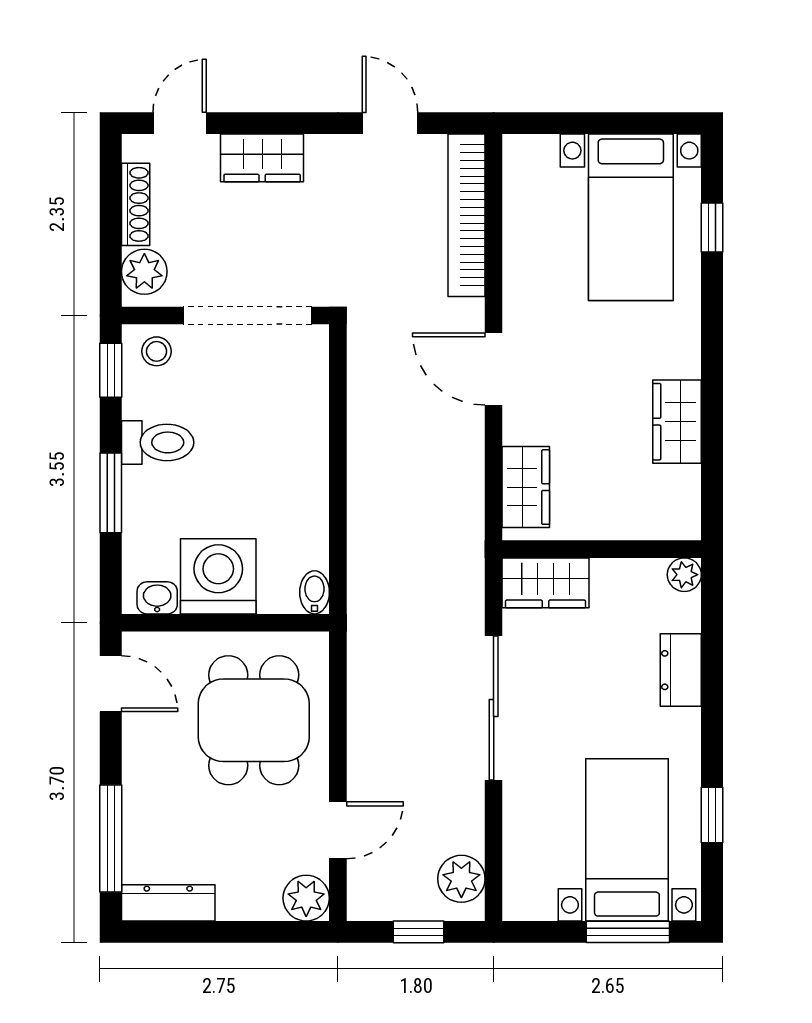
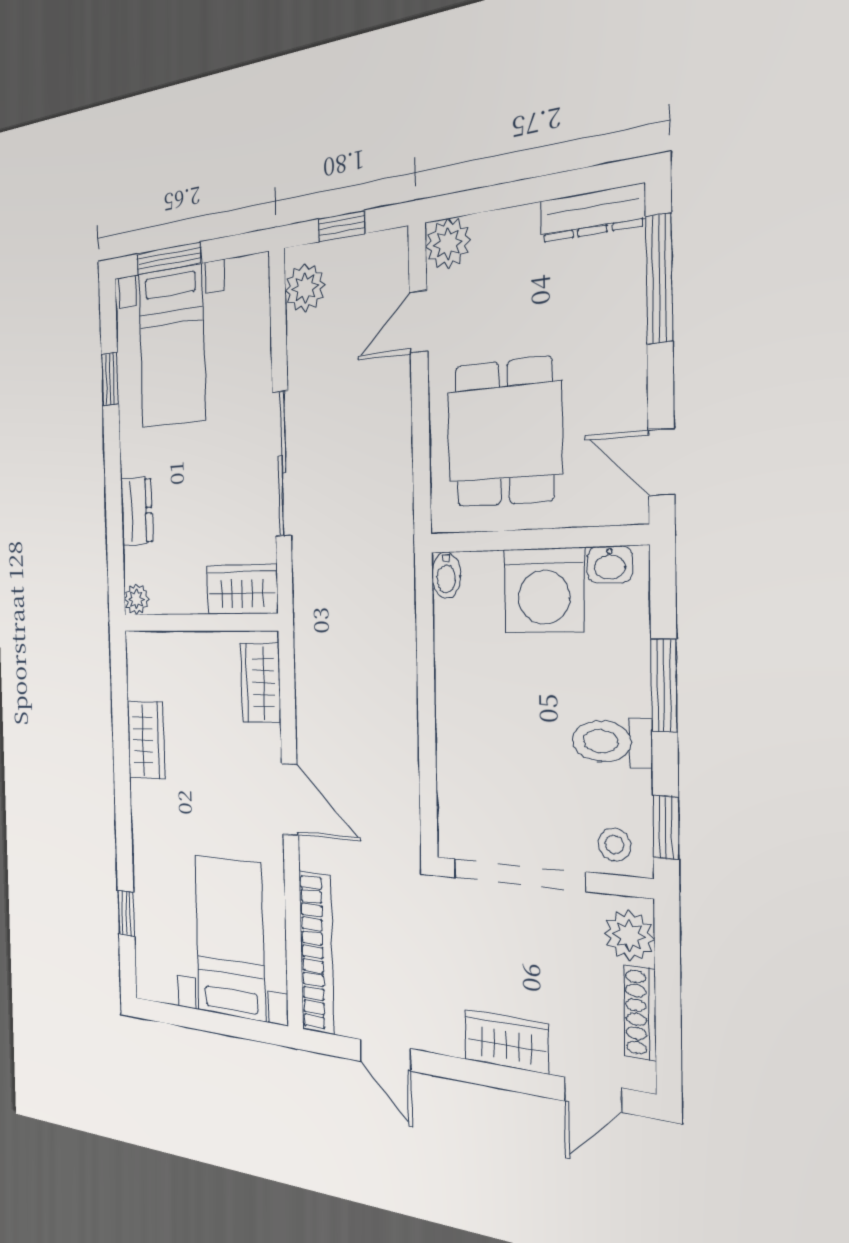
bed with nightstands: (631, 217) -> (230, 938), moved

